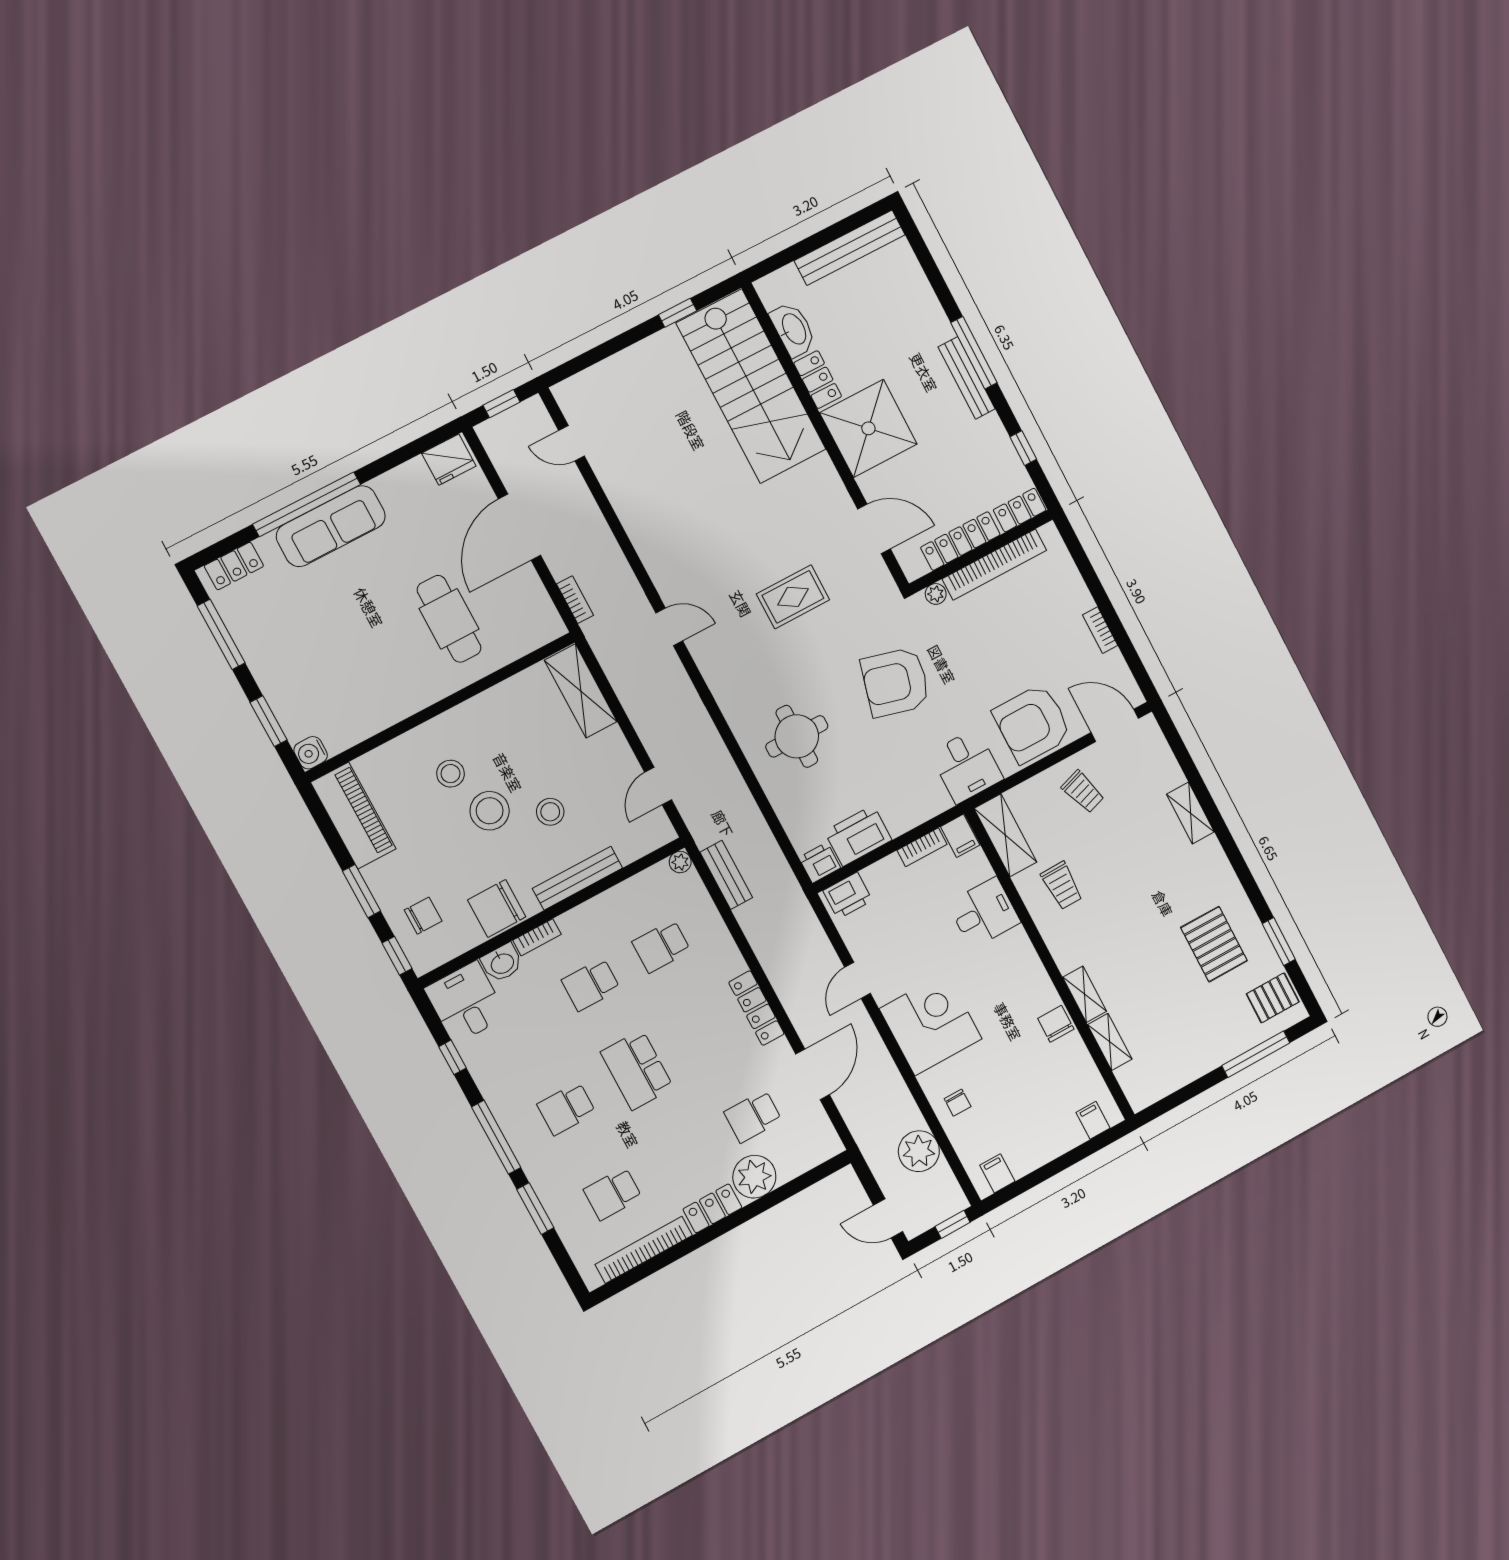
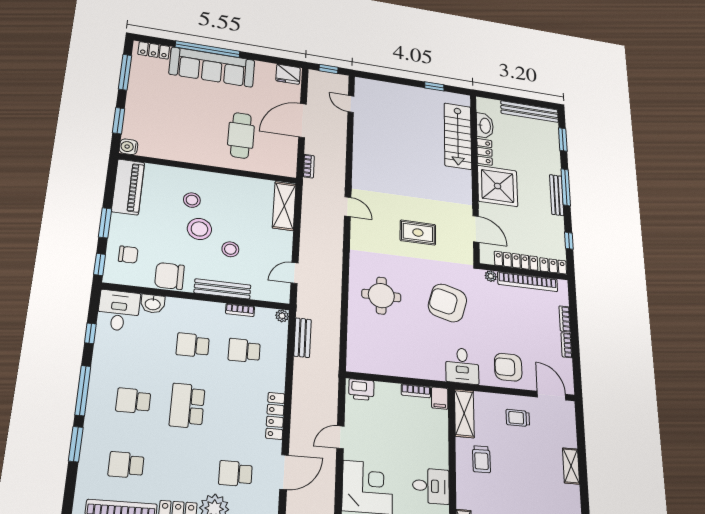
window: (928, 263) -> (563, 139), added
stairs: (751, 386) -> (458, 136), width x0.73, depth x0.66
sofa: (331, 526) -> (212, 67), width x1.36, depth x1.27
bookcase: (1078, 588) -> (565, 319), added
armchair: (1032, 724) -> (508, 367), width x0.73, depth x0.73
trolley: (1083, 792) -> (518, 418), turned 108
printer: (858, 836) -> (385, 363), removed
printer: (820, 863) -> (356, 364), removed
desk: (984, 913) -> (431, 486), moved
bookcase: (537, 937) -> (240, 310), moved

